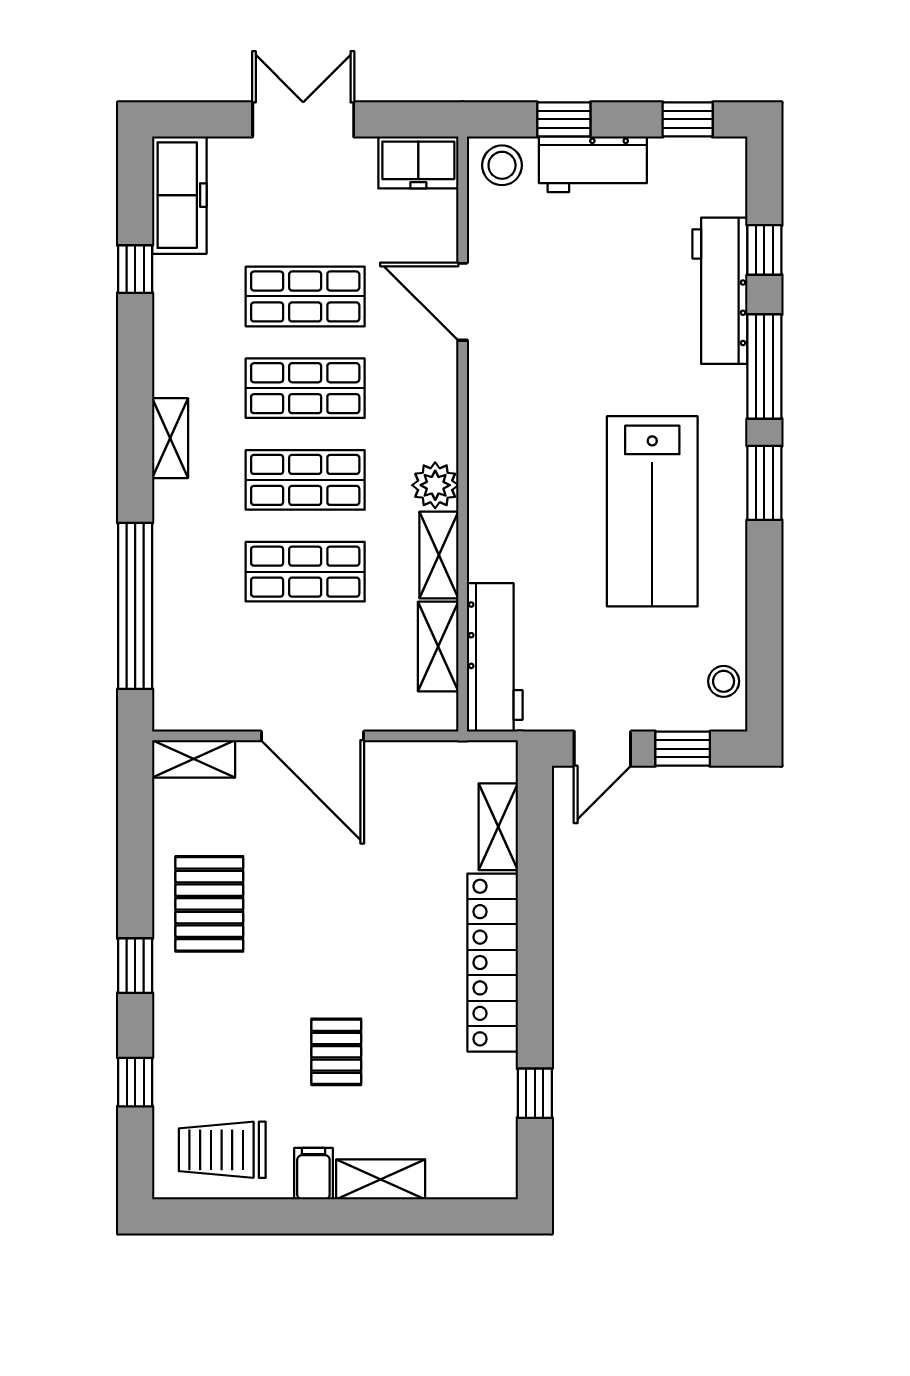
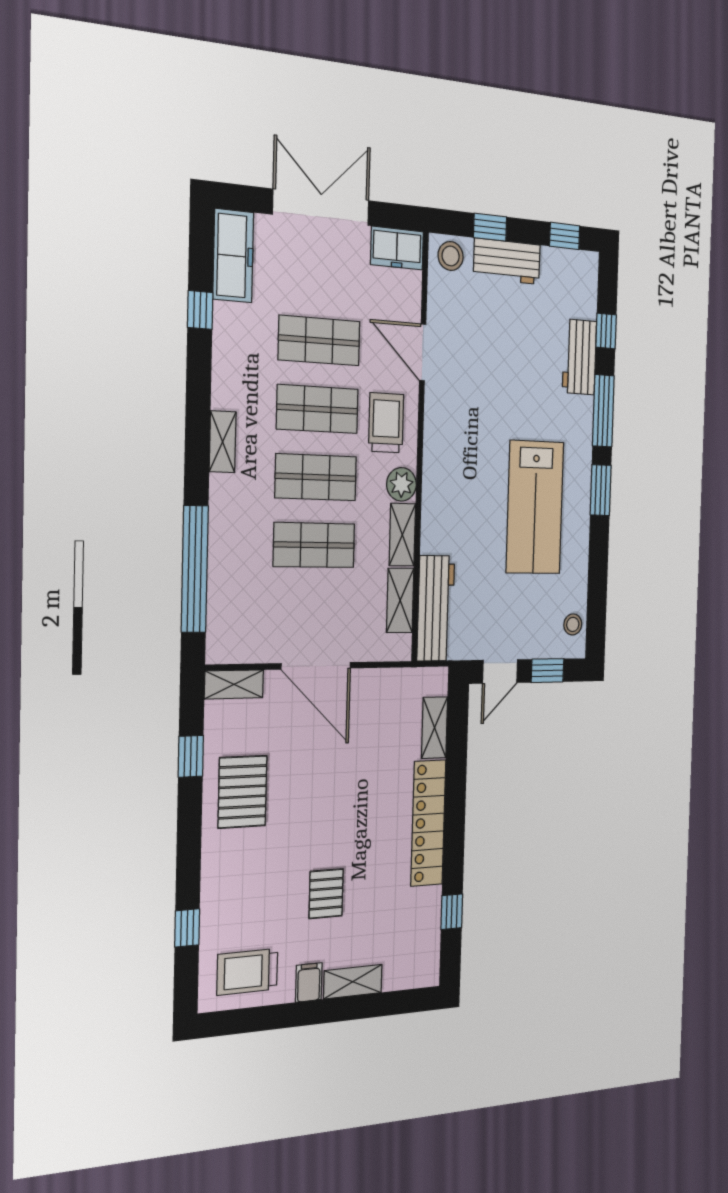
double door: (303, 119) -> (321, 207), width x1.37
workbench: (720, 291) -> (580, 357), width x0.73
trolley: (409, 402) -> (386, 423), added
window: (135, 966) -> (191, 756), moved

